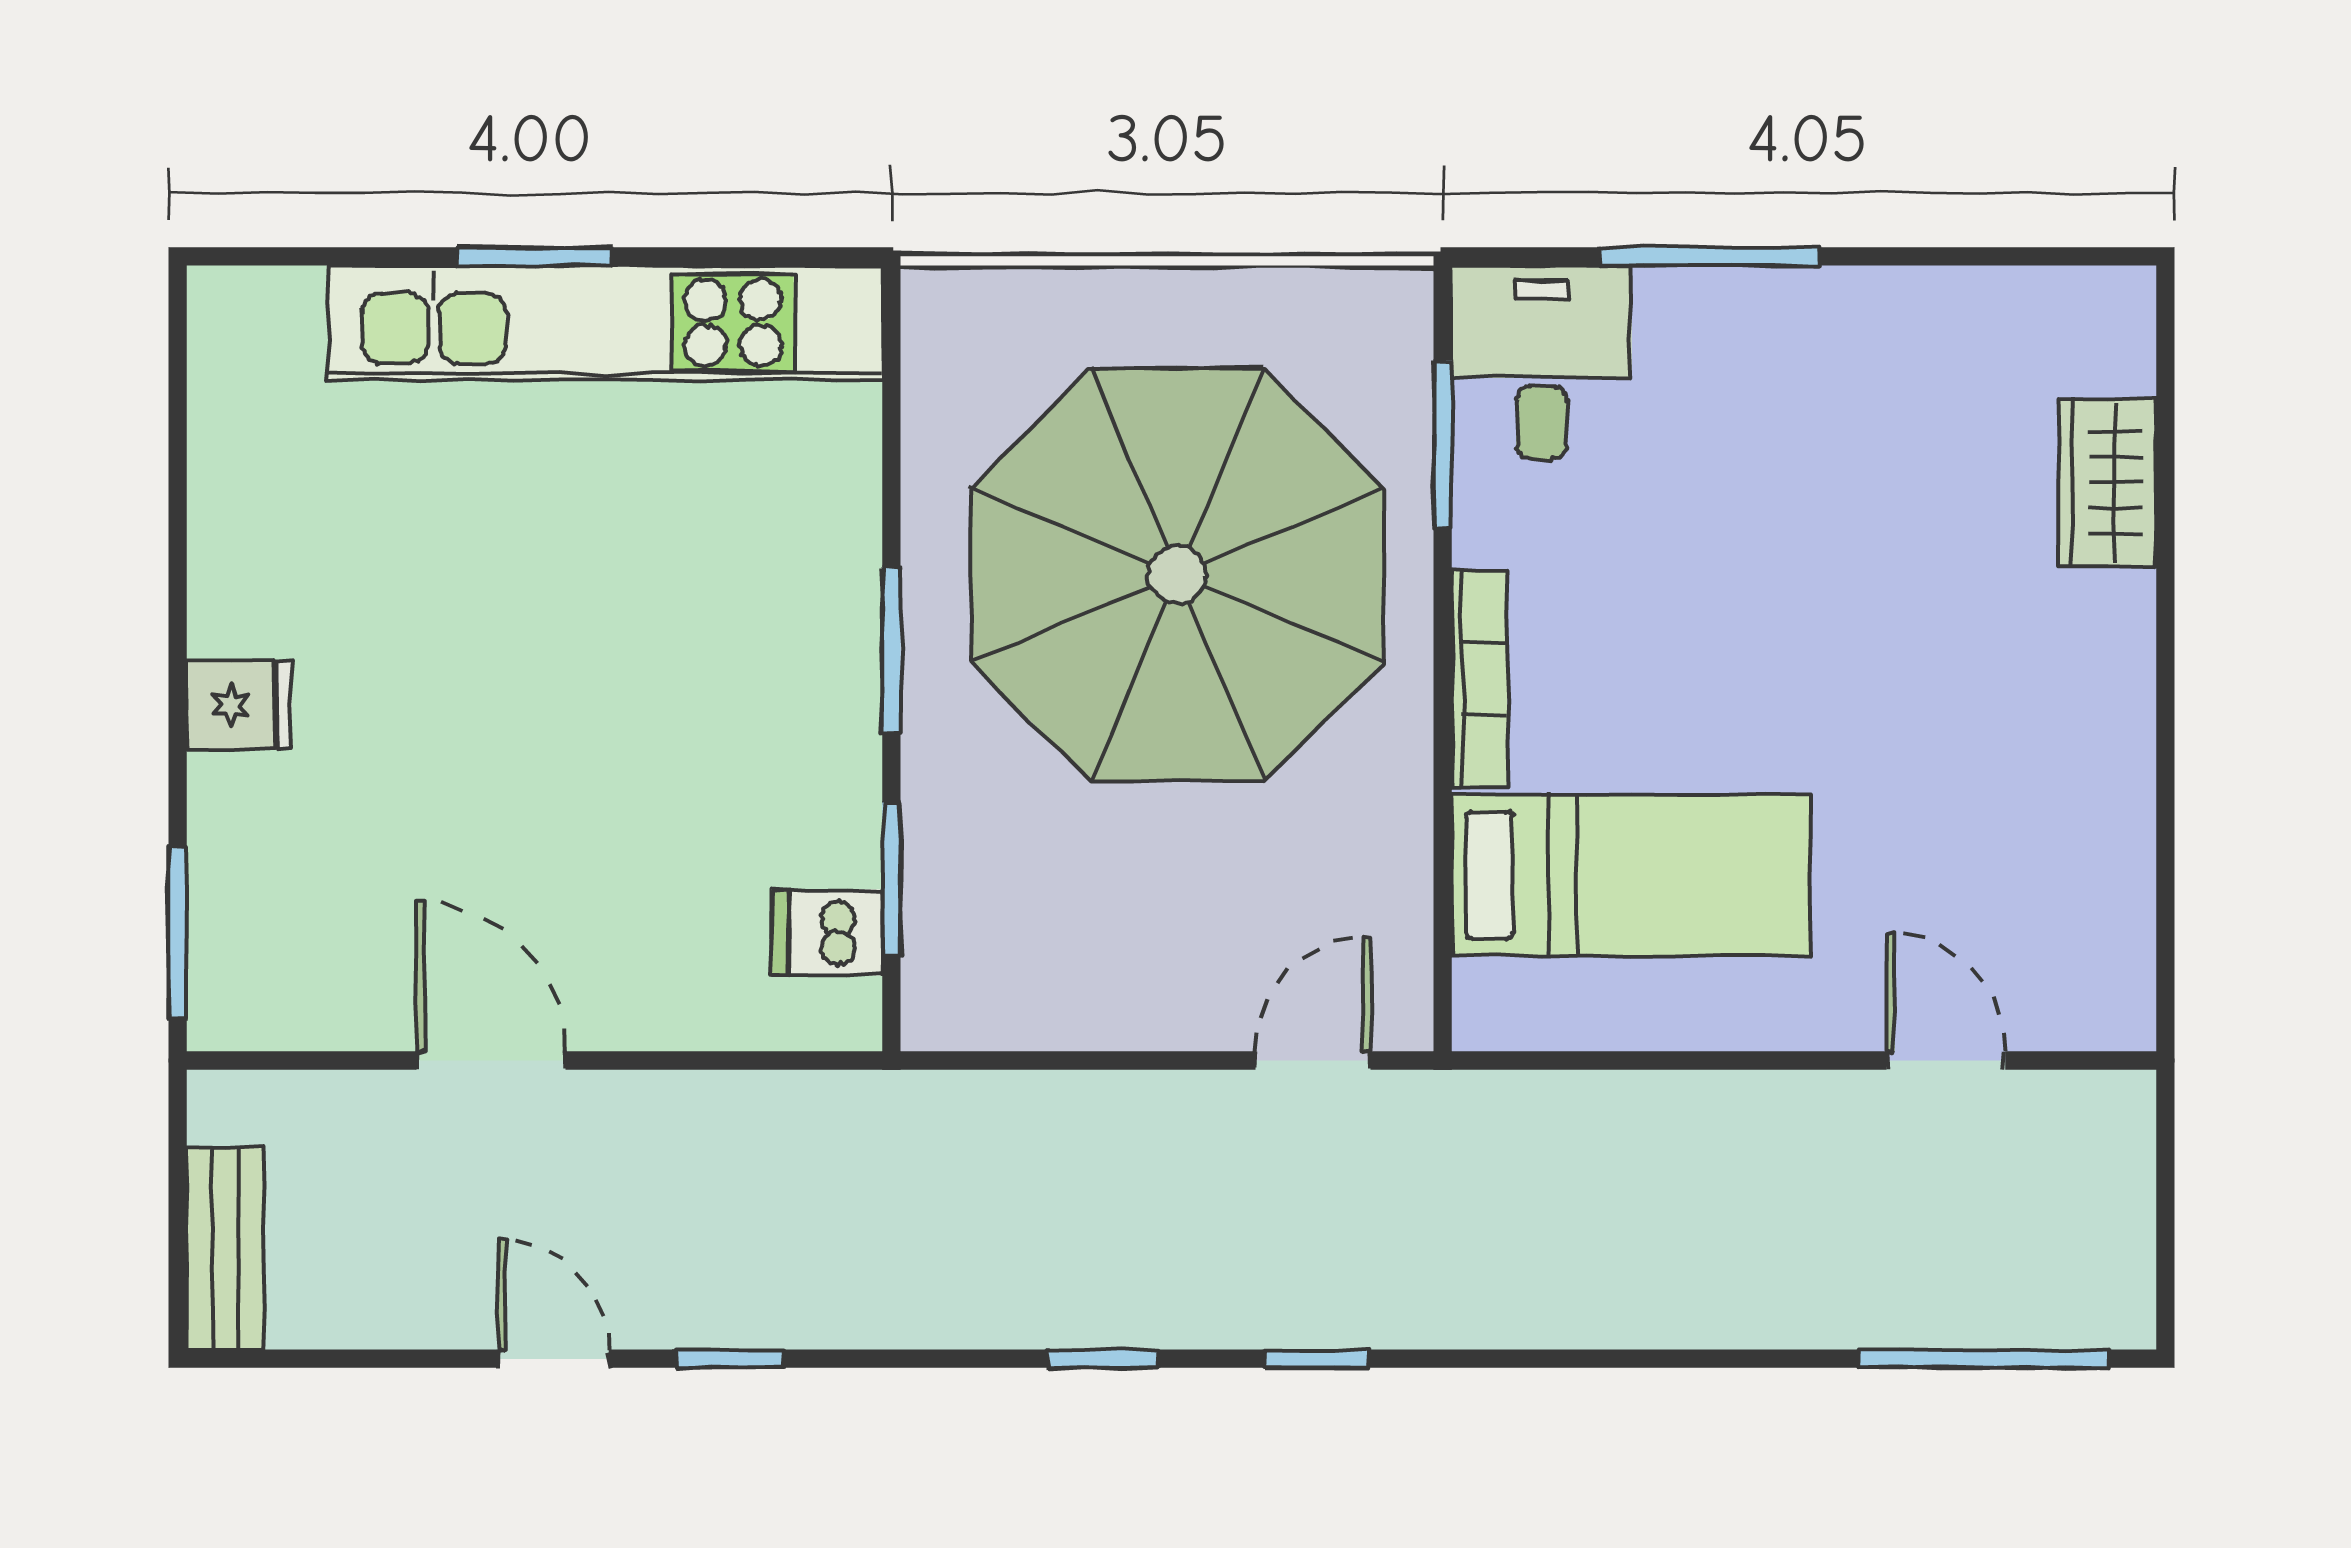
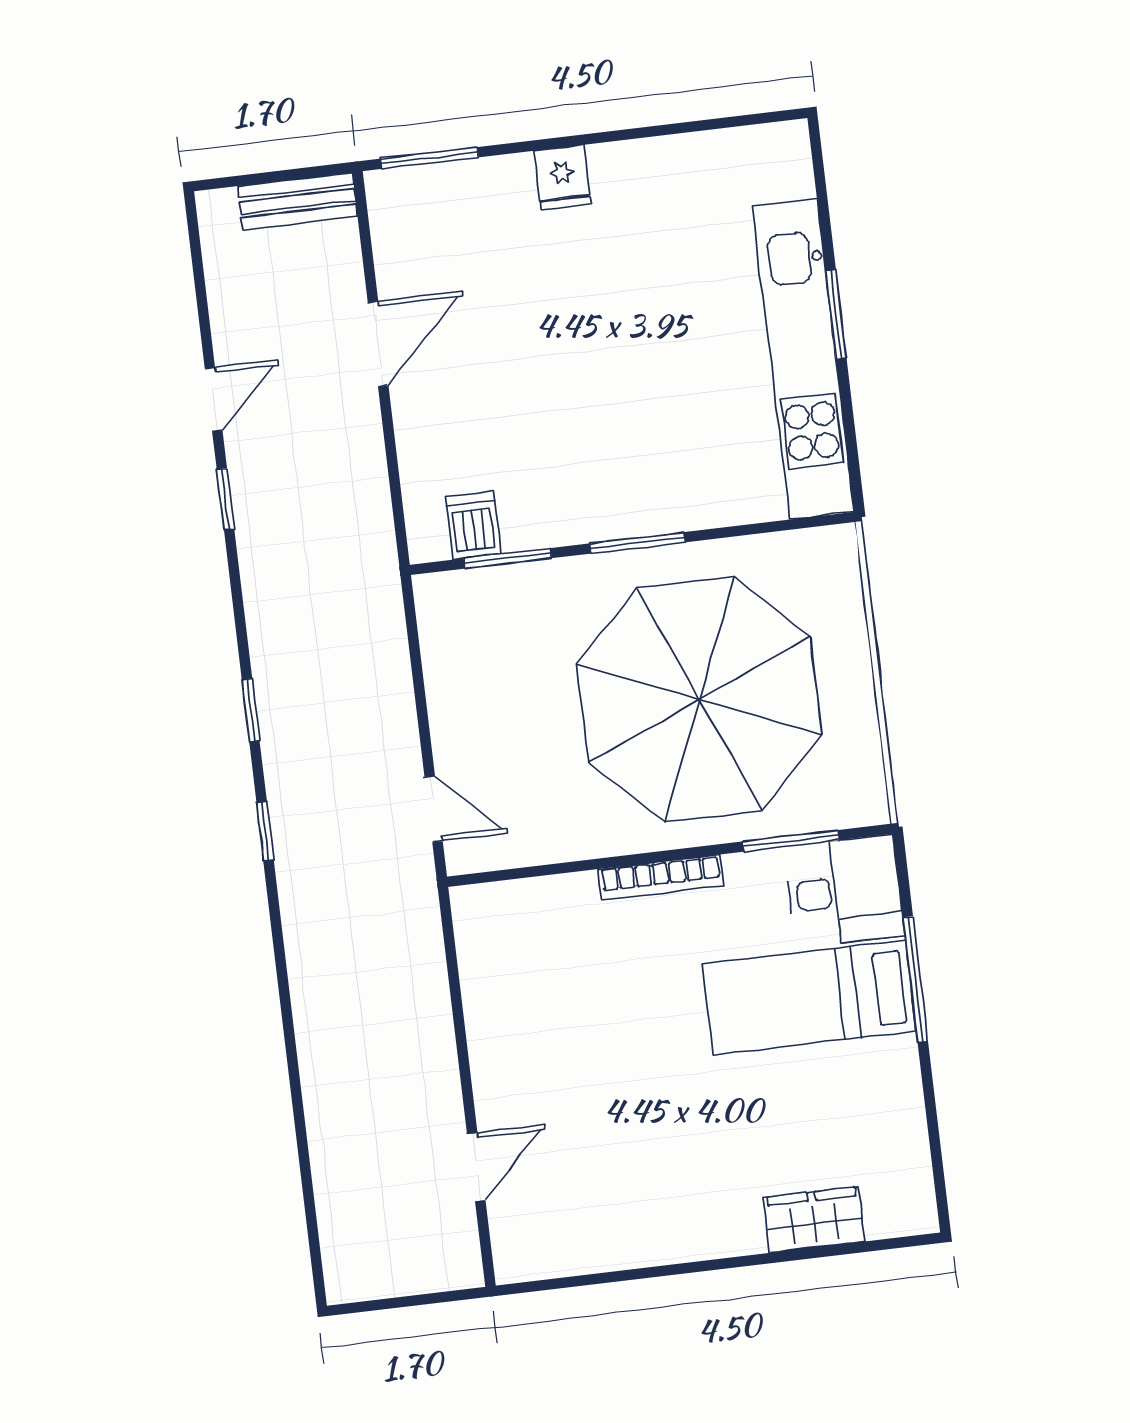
bed: (1631, 875) -> (809, 998), moved, turned 90
bench: (225, 1248) -> (298, 201), moved
window: (1983, 1359) -> (310, 1208), removed

